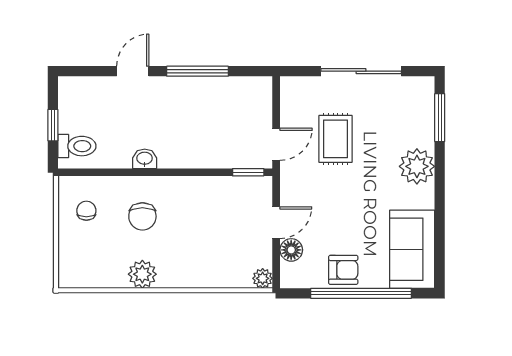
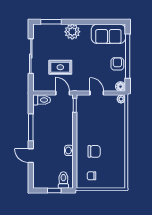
toilet: (260, 96) -> (42, 100), added
floor lamp: (291, 250) -> (121, 87), moved
plant: (142, 274) -> (119, 151), removed

